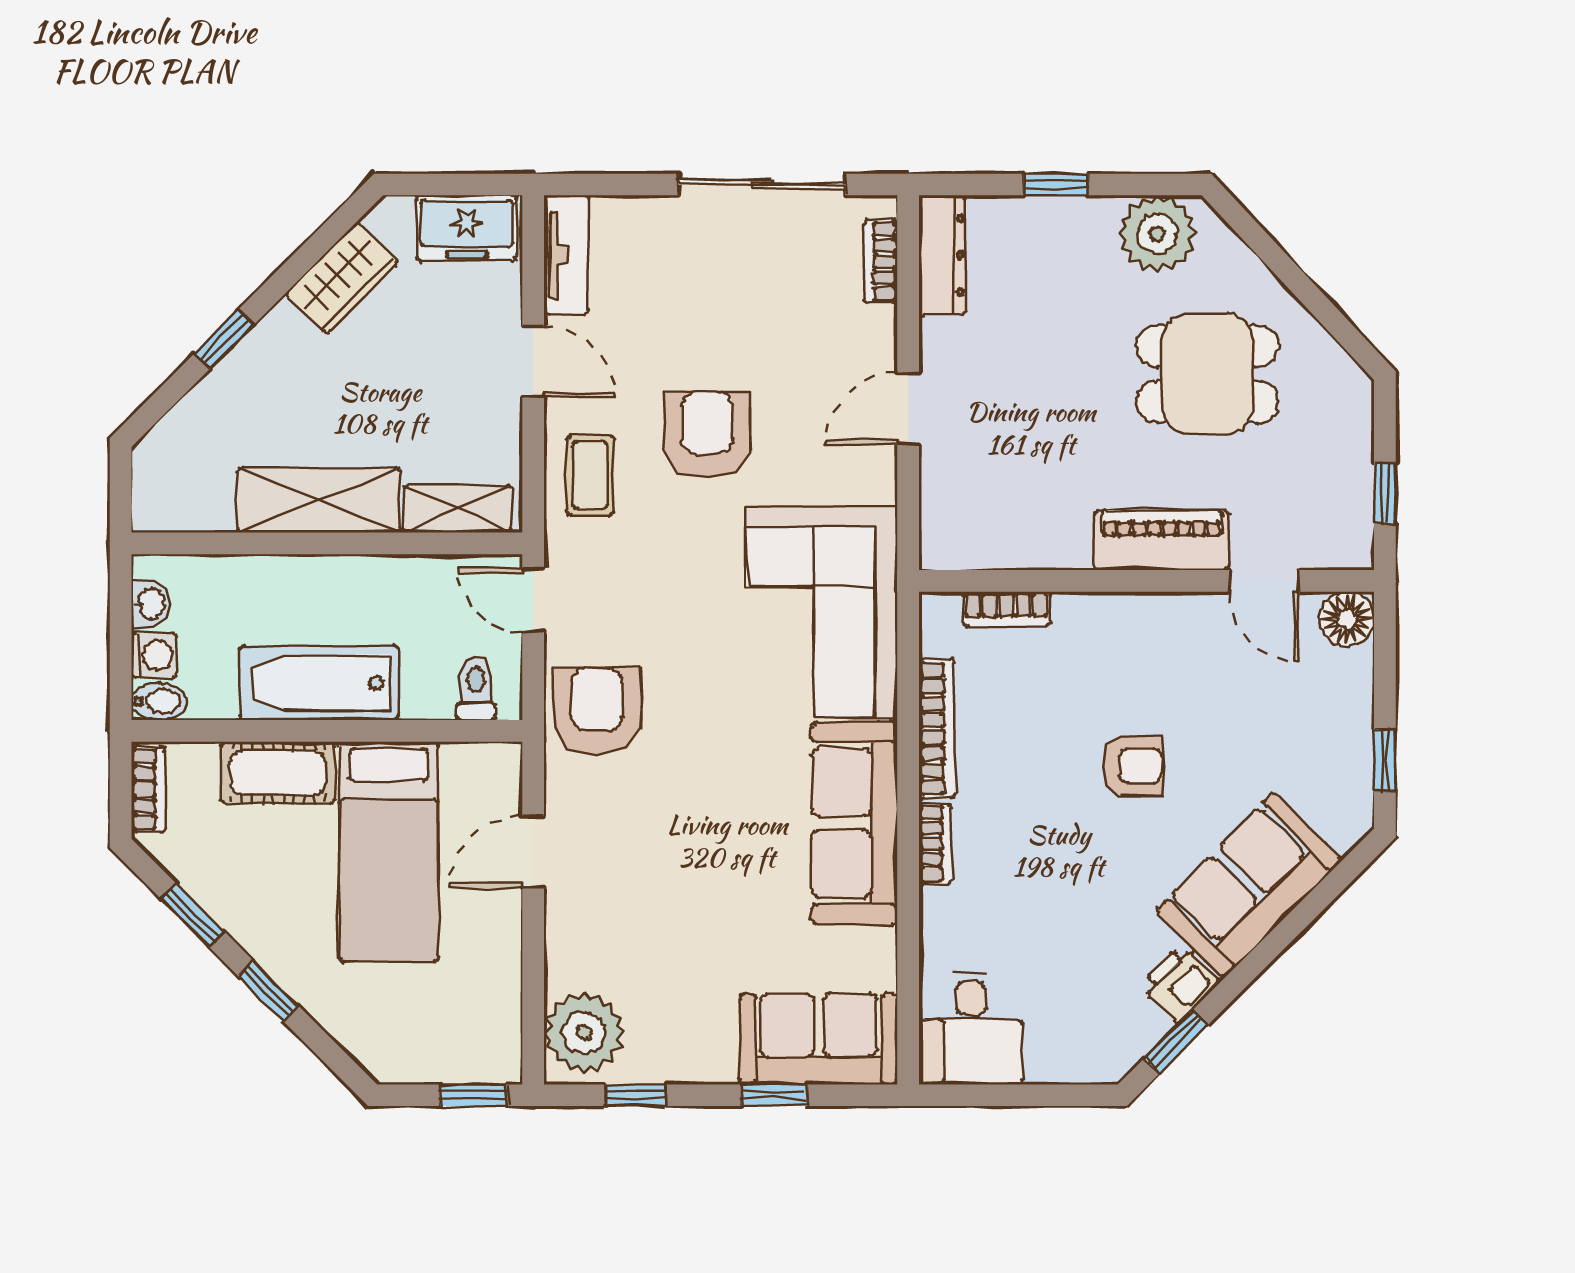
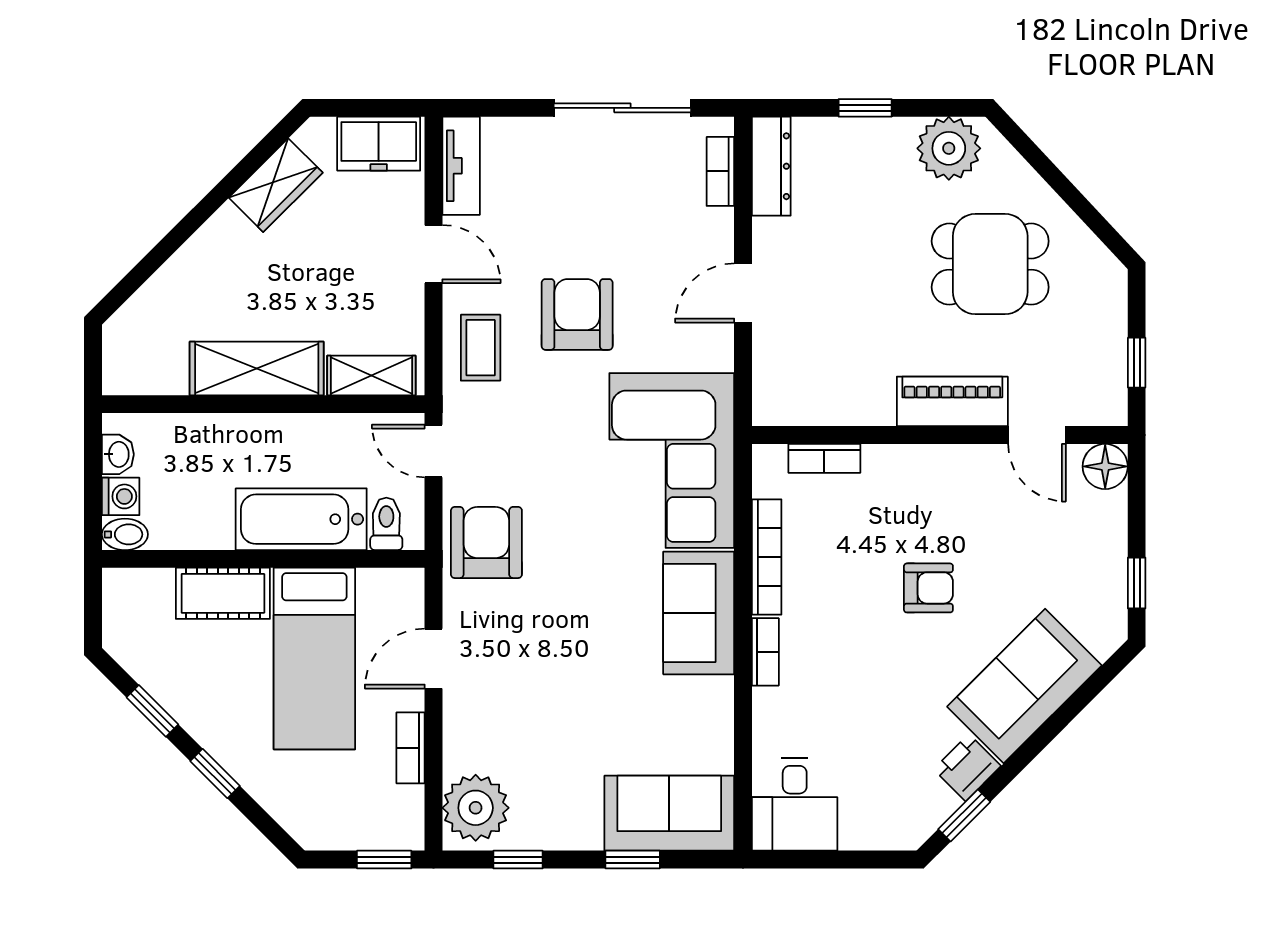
window: (224, 339) -> (178, 236), removed
bathtub: (319, 683) -> (301, 519), moved
bookcase: (148, 790) -> (411, 748), moved, turned 180
sofa: (854, 823) -> (699, 613), width x0.73

